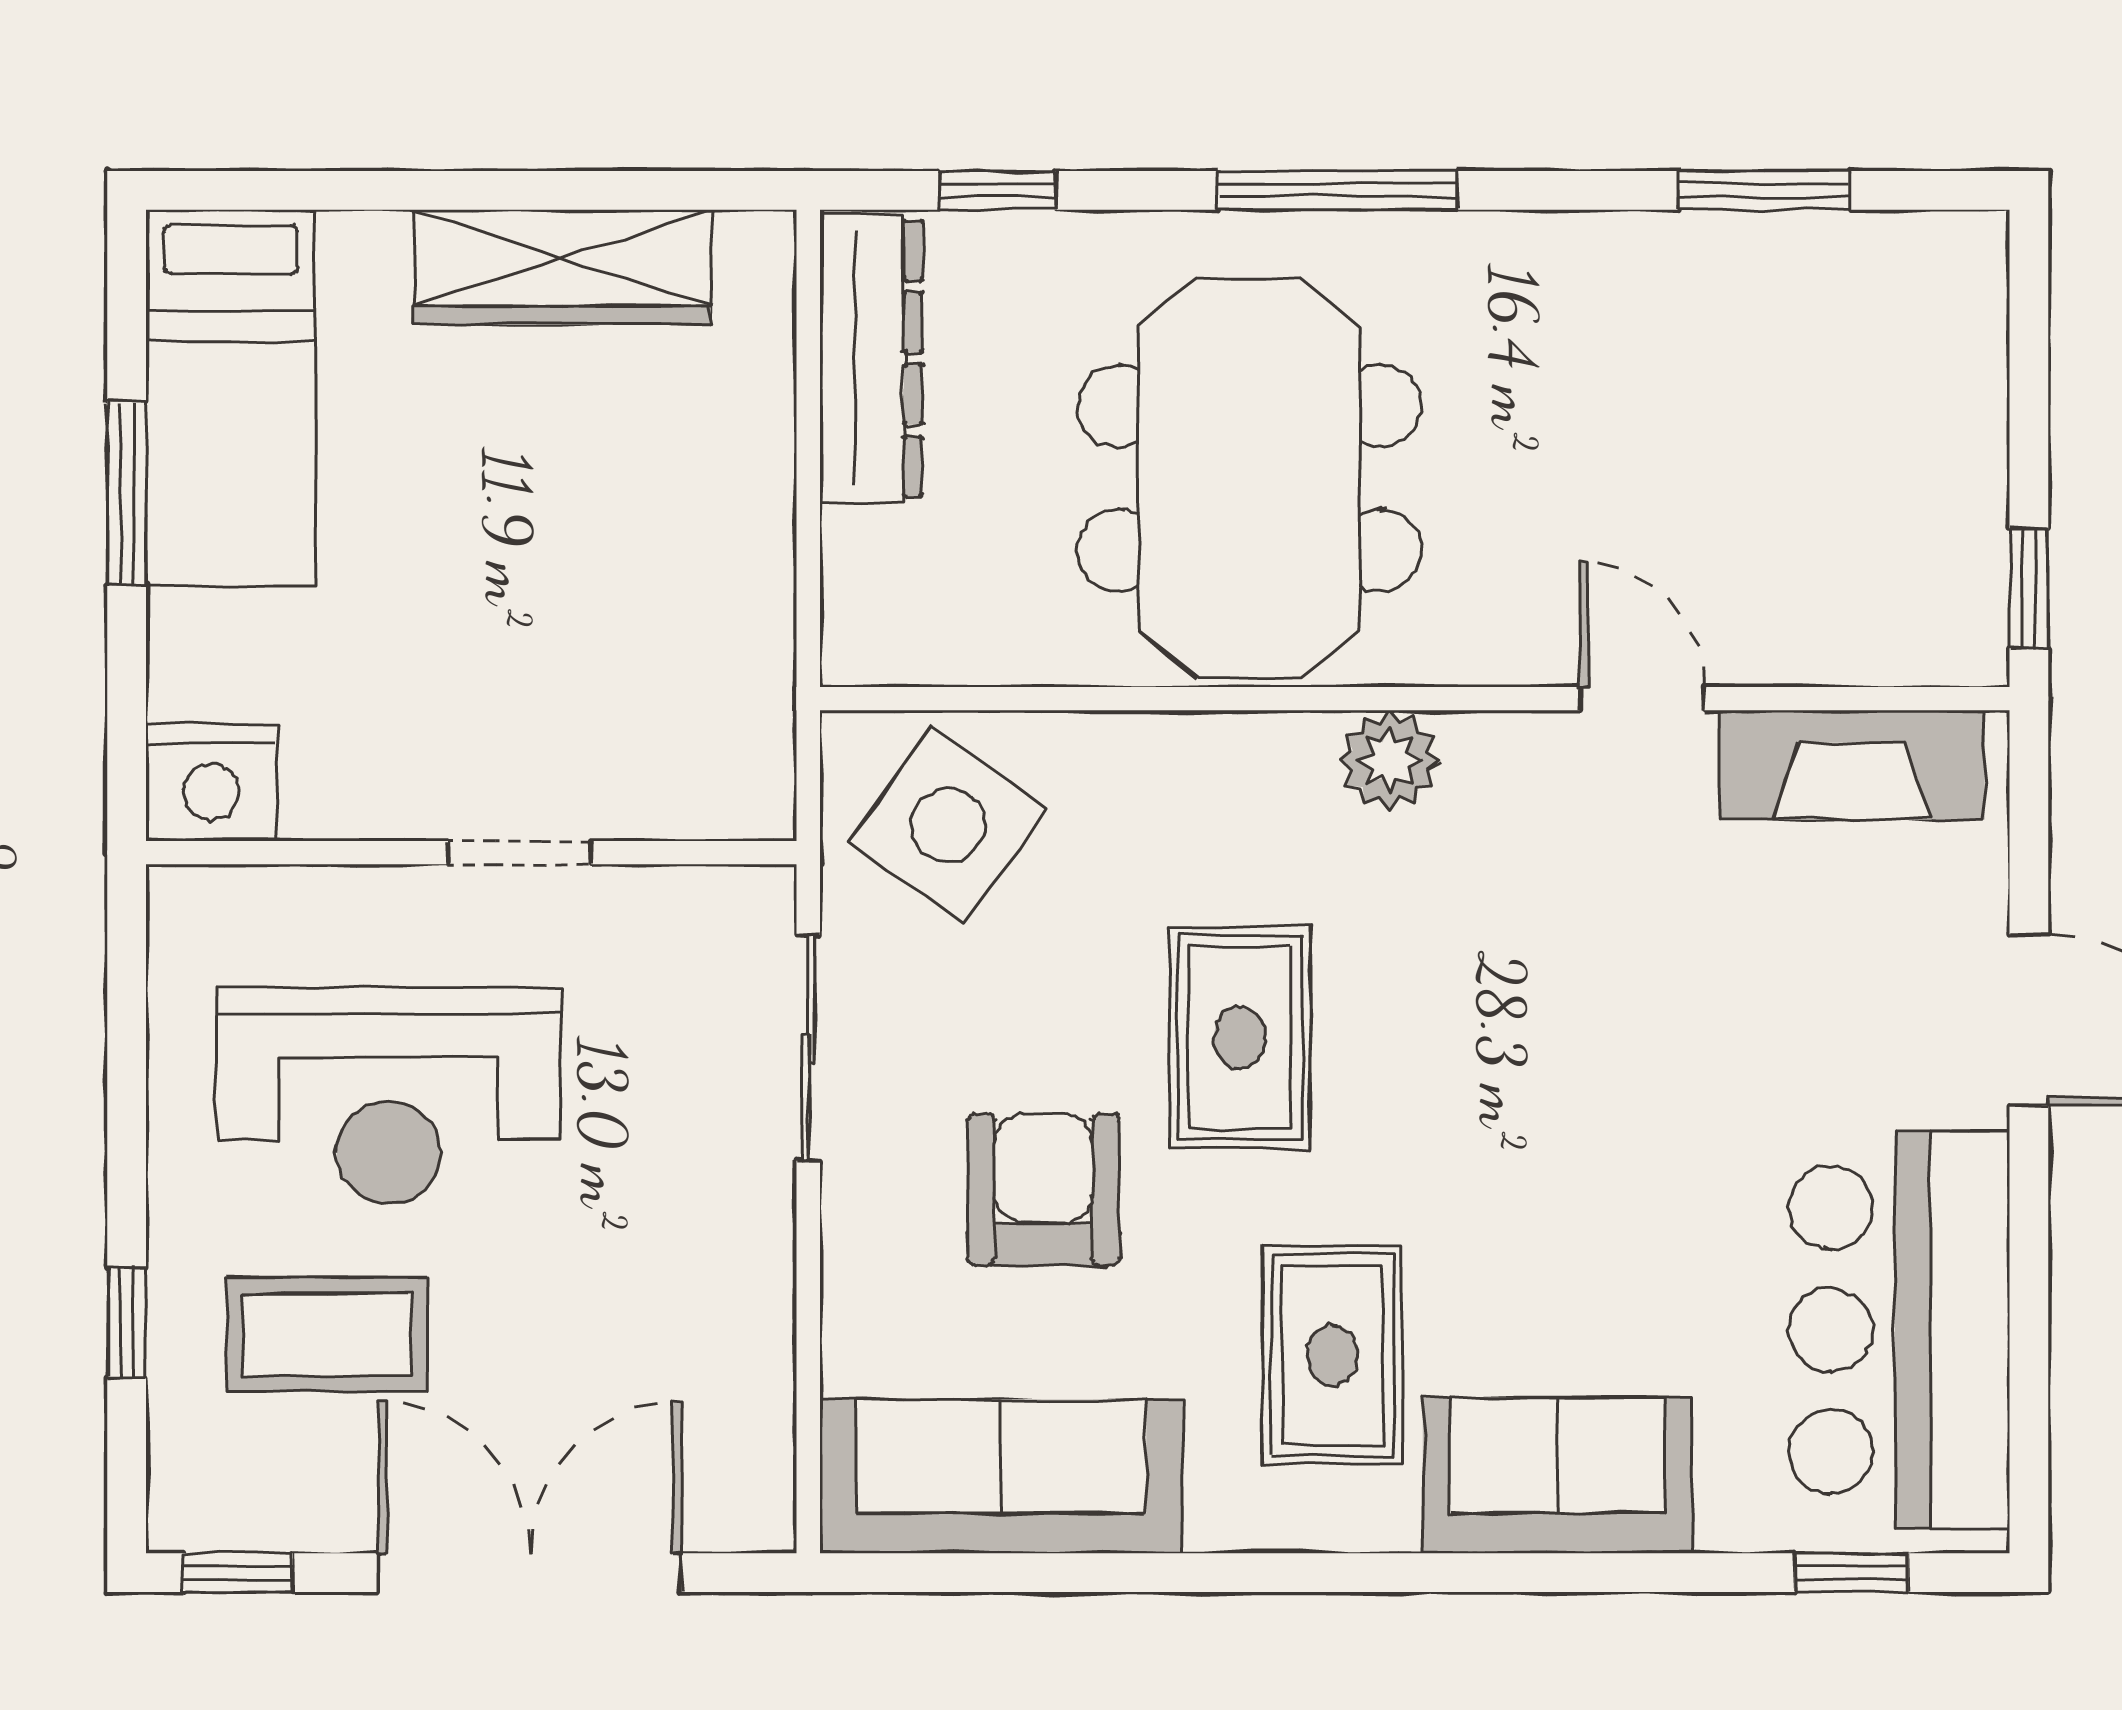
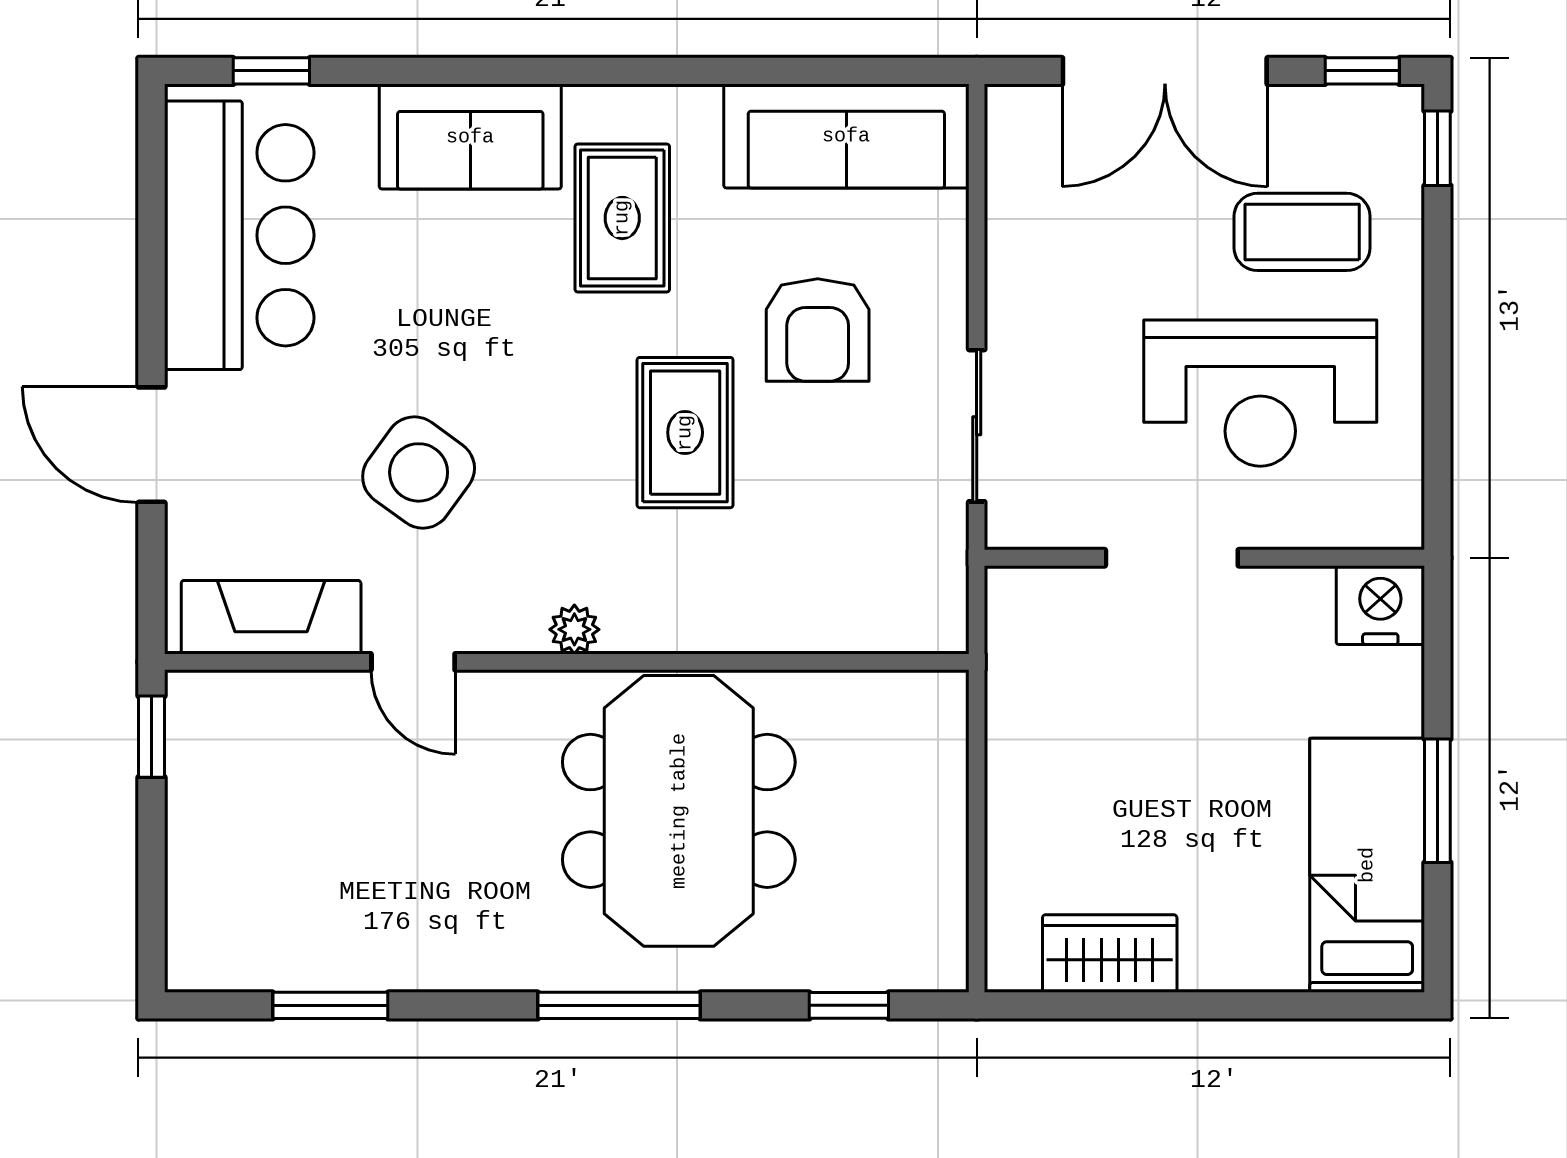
wardrobe: (562, 267) -> (1110, 954), width x0.67
dresser: (871, 358) -> (934, 892), removed
plant: (1390, 760) -> (574, 629), width x0.73, depth x0.73
side table: (948, 825) -> (419, 472), moved
doorway: (520, 853) -> (1172, 558), width x1.38
reception desk: (389, 1096) -> (1260, 393), turned 180
window: (127, 1322) -> (1437, 148), moved

